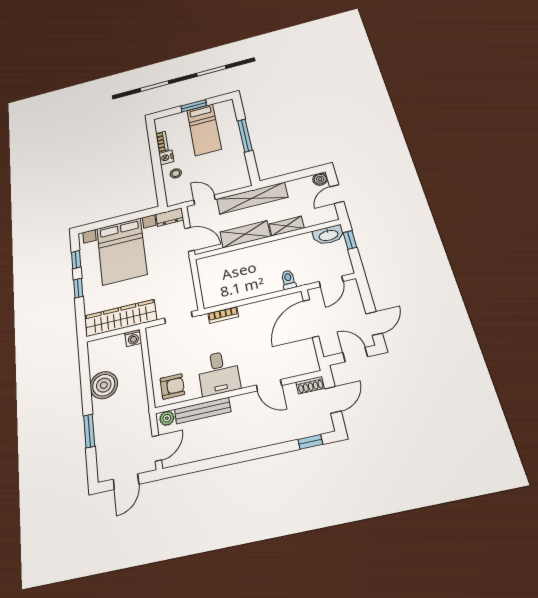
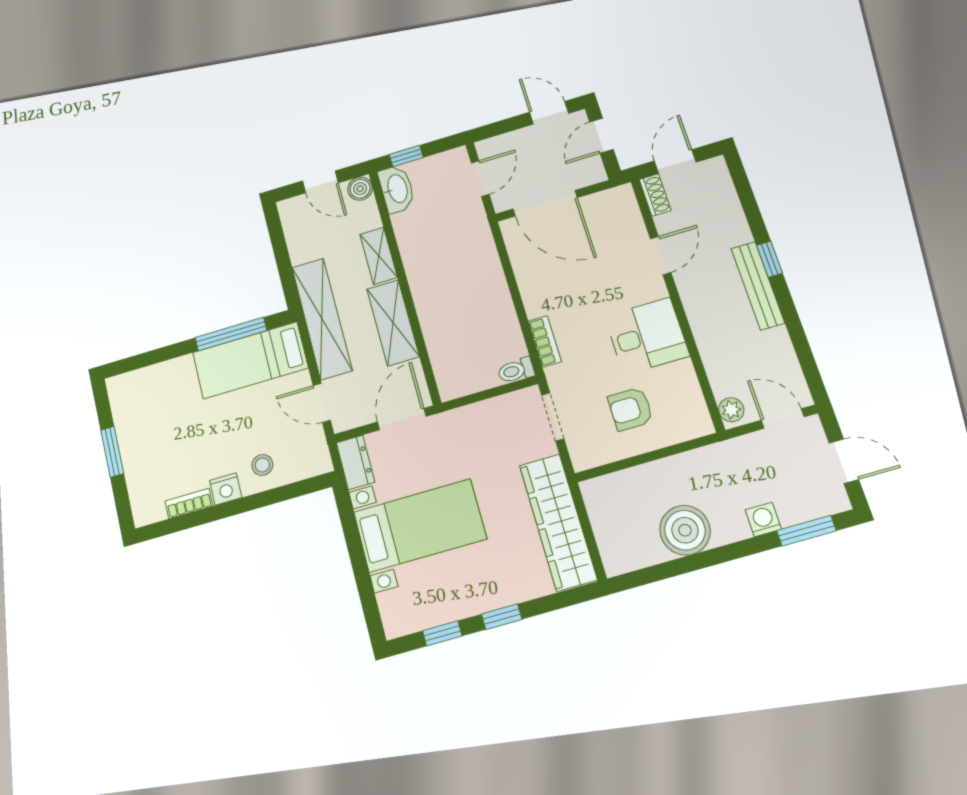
bed: (204, 130) -> (250, 360), moved, turned 180
window: (245, 135) -> (231, 334), moved
boiler: (320, 179) -> (360, 189), moved
door: (204, 200) -> (322, 403), hinge flipped
bed with nightstands: (122, 251) -> (420, 525), width x0.73
toilet: (288, 280) -> (516, 370), moved
door: (331, 281) -> (480, 179), hinge flipped
washing machine: (133, 338) -> (763, 519), moved, turned -90
armchair: (172, 386) -> (631, 409), moved, turned -90
door: (333, 400) -> (675, 161), hinge flipped
bench: (203, 411) -> (758, 286), moved
window: (89, 431) -> (806, 531), moved
window: (310, 442) -> (770, 259), moved

